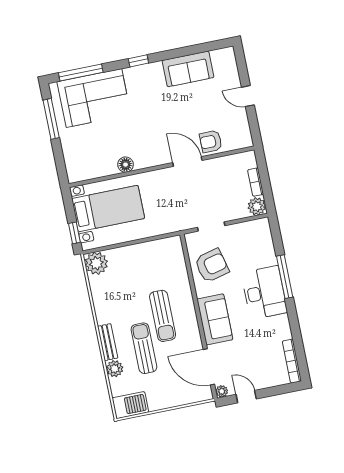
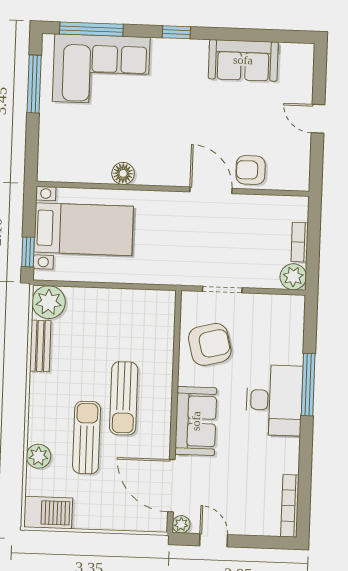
bench: (108, 342) -> (40, 346), moved

